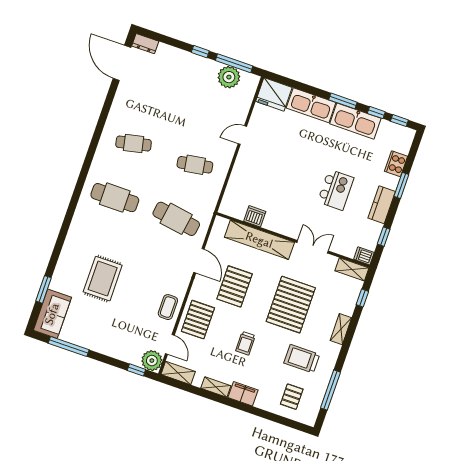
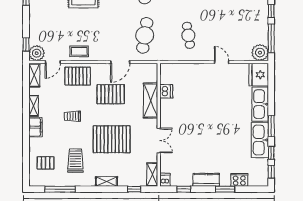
plant: (229, 77) -> (260, 53), moved
kitchen island: (336, 190) -> (205, 143), removed
shelving: (259, 240) -> (151, 100), width x0.68

